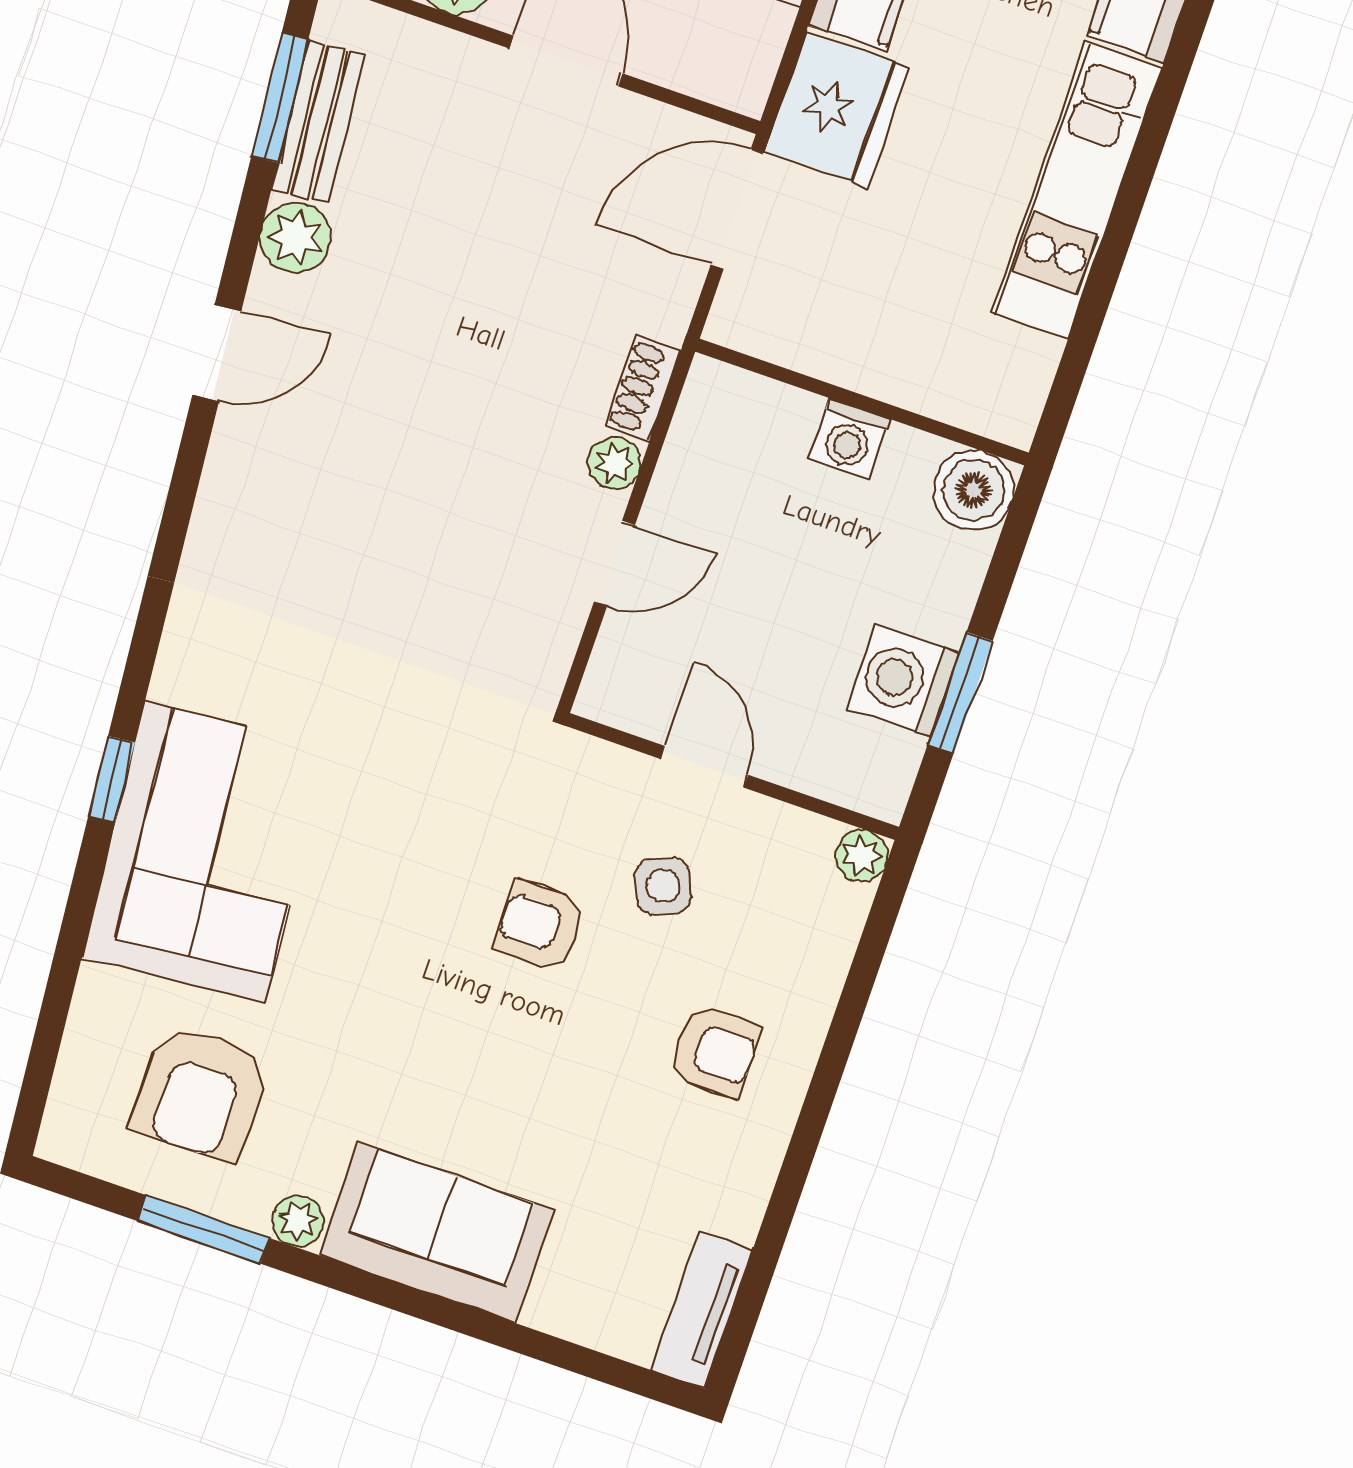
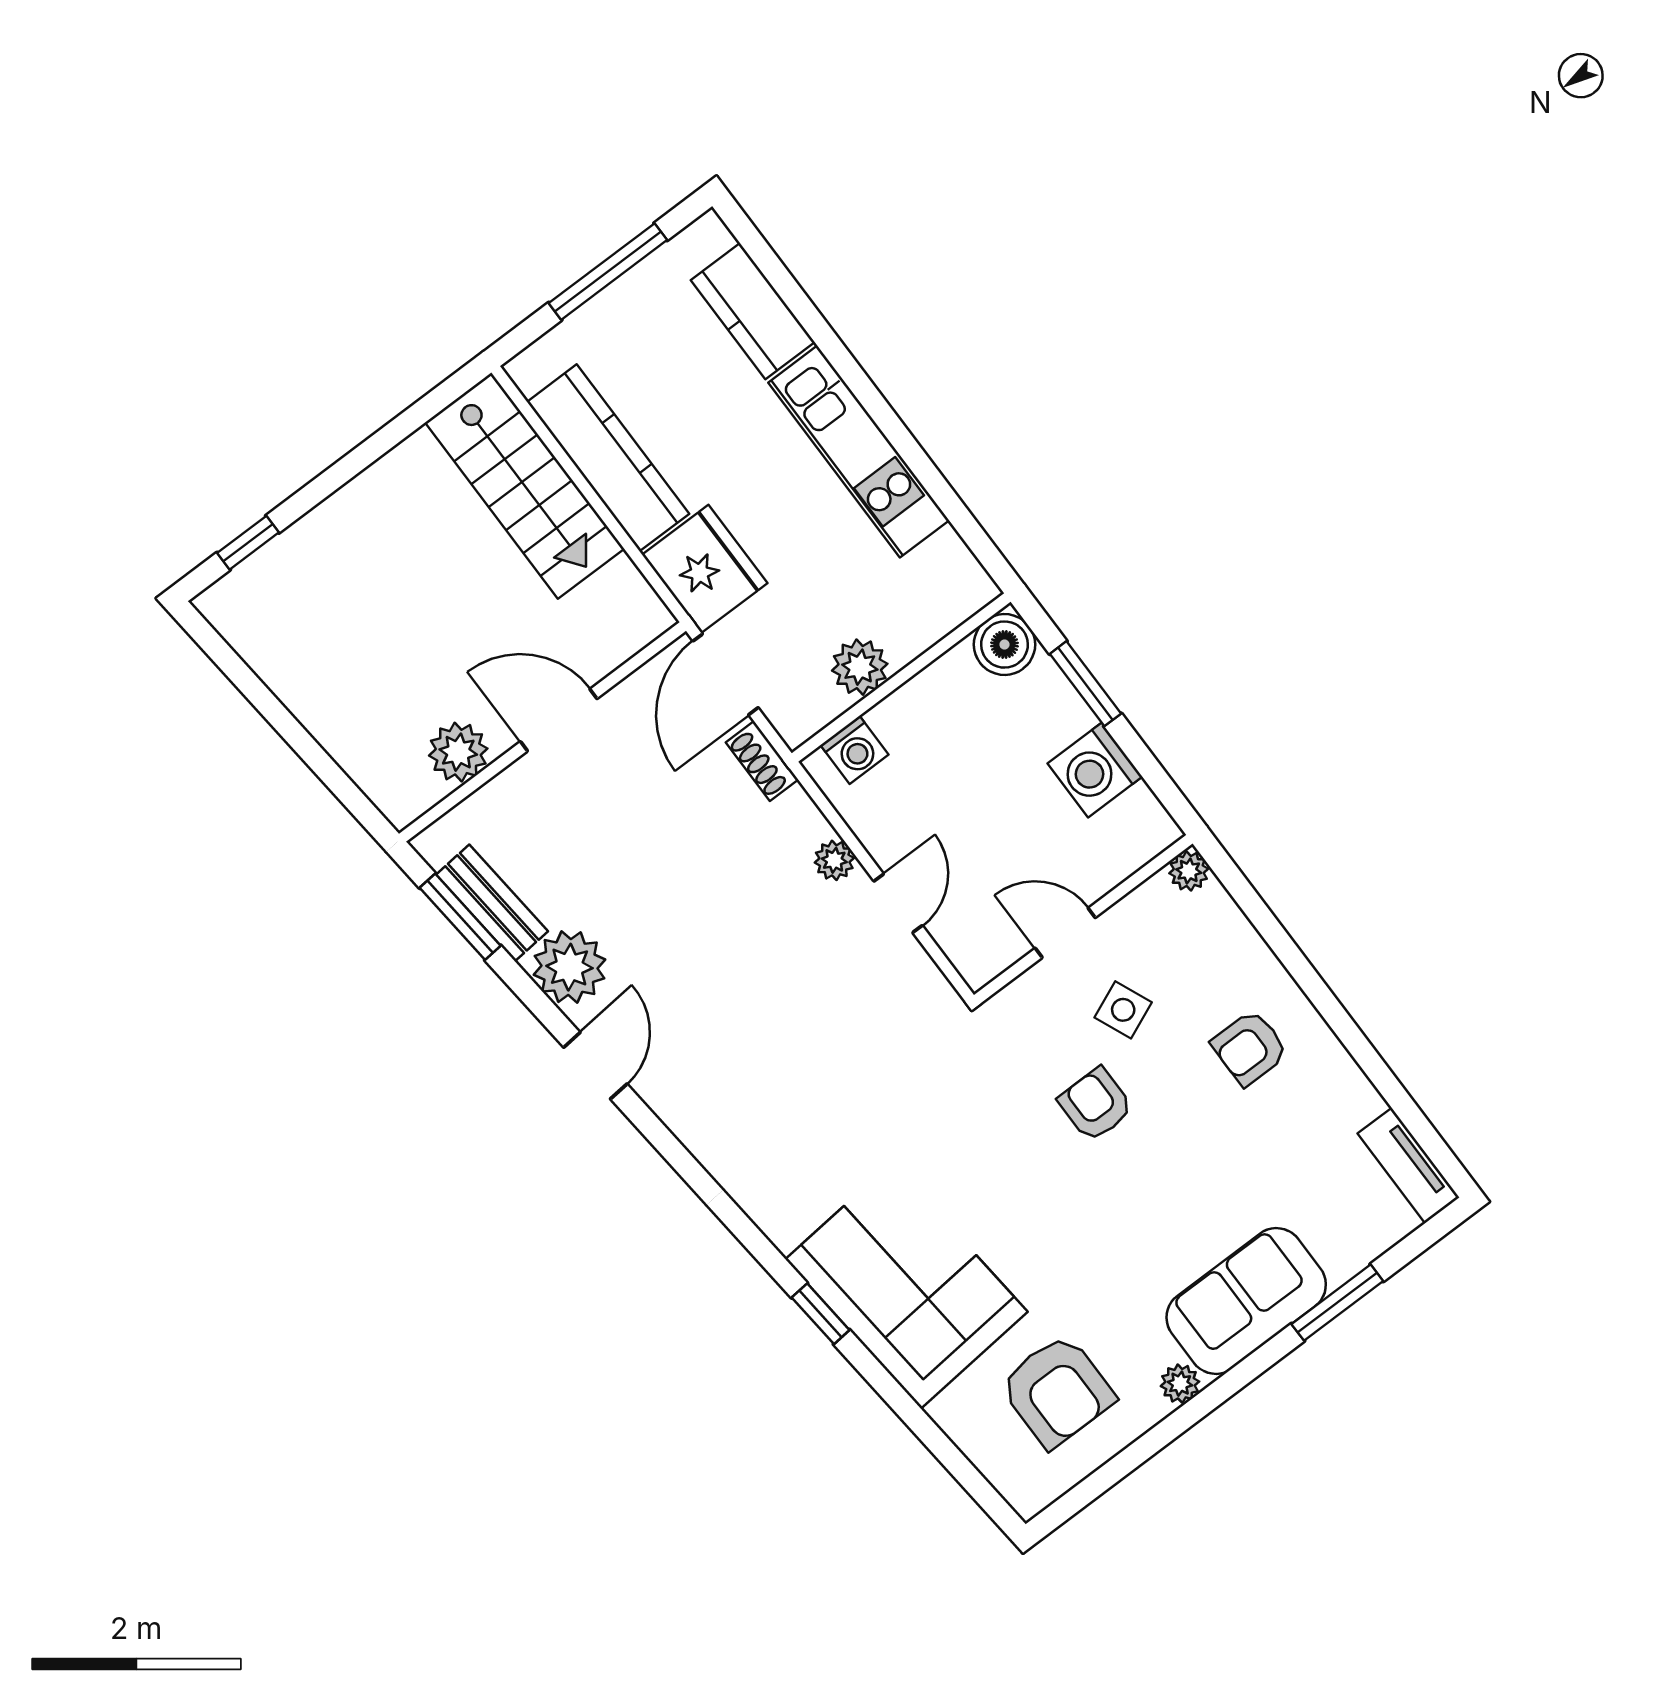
plant: (296, 238) -> (569, 967), width x1.36, depth x1.36
plant: (843, 349) -> (860, 667), added
shoe rack: (643, 388) -> (762, 761), moved
washing machine: (849, 439) -> (855, 750), moved
window: (960, 693) -> (1085, 684), moved
armchair: (540, 925) -> (1096, 1104), turned 90
armchair: (714, 1051) -> (1250, 1048), turned 180
window: (203, 1230) -> (1337, 1303), moved

